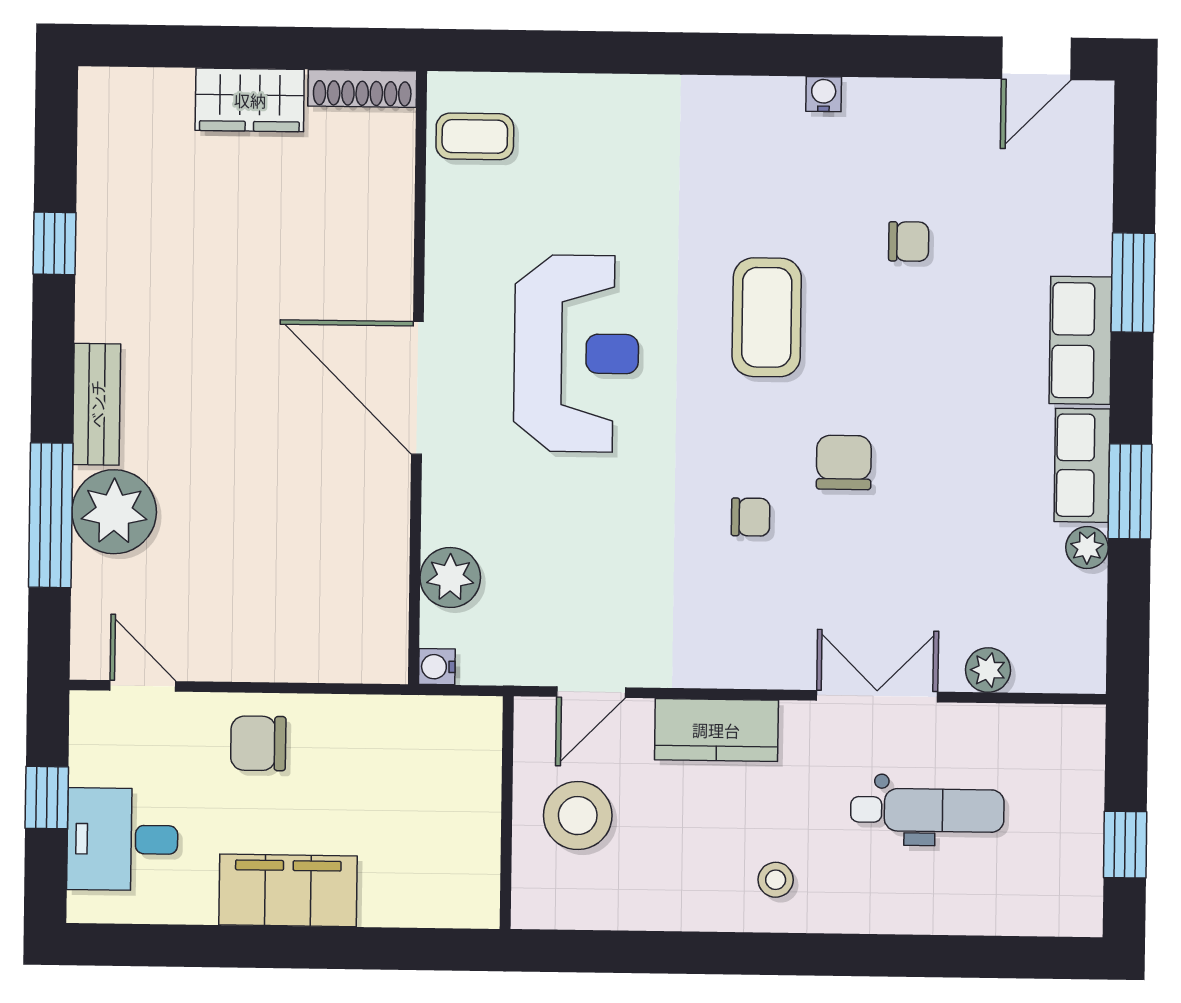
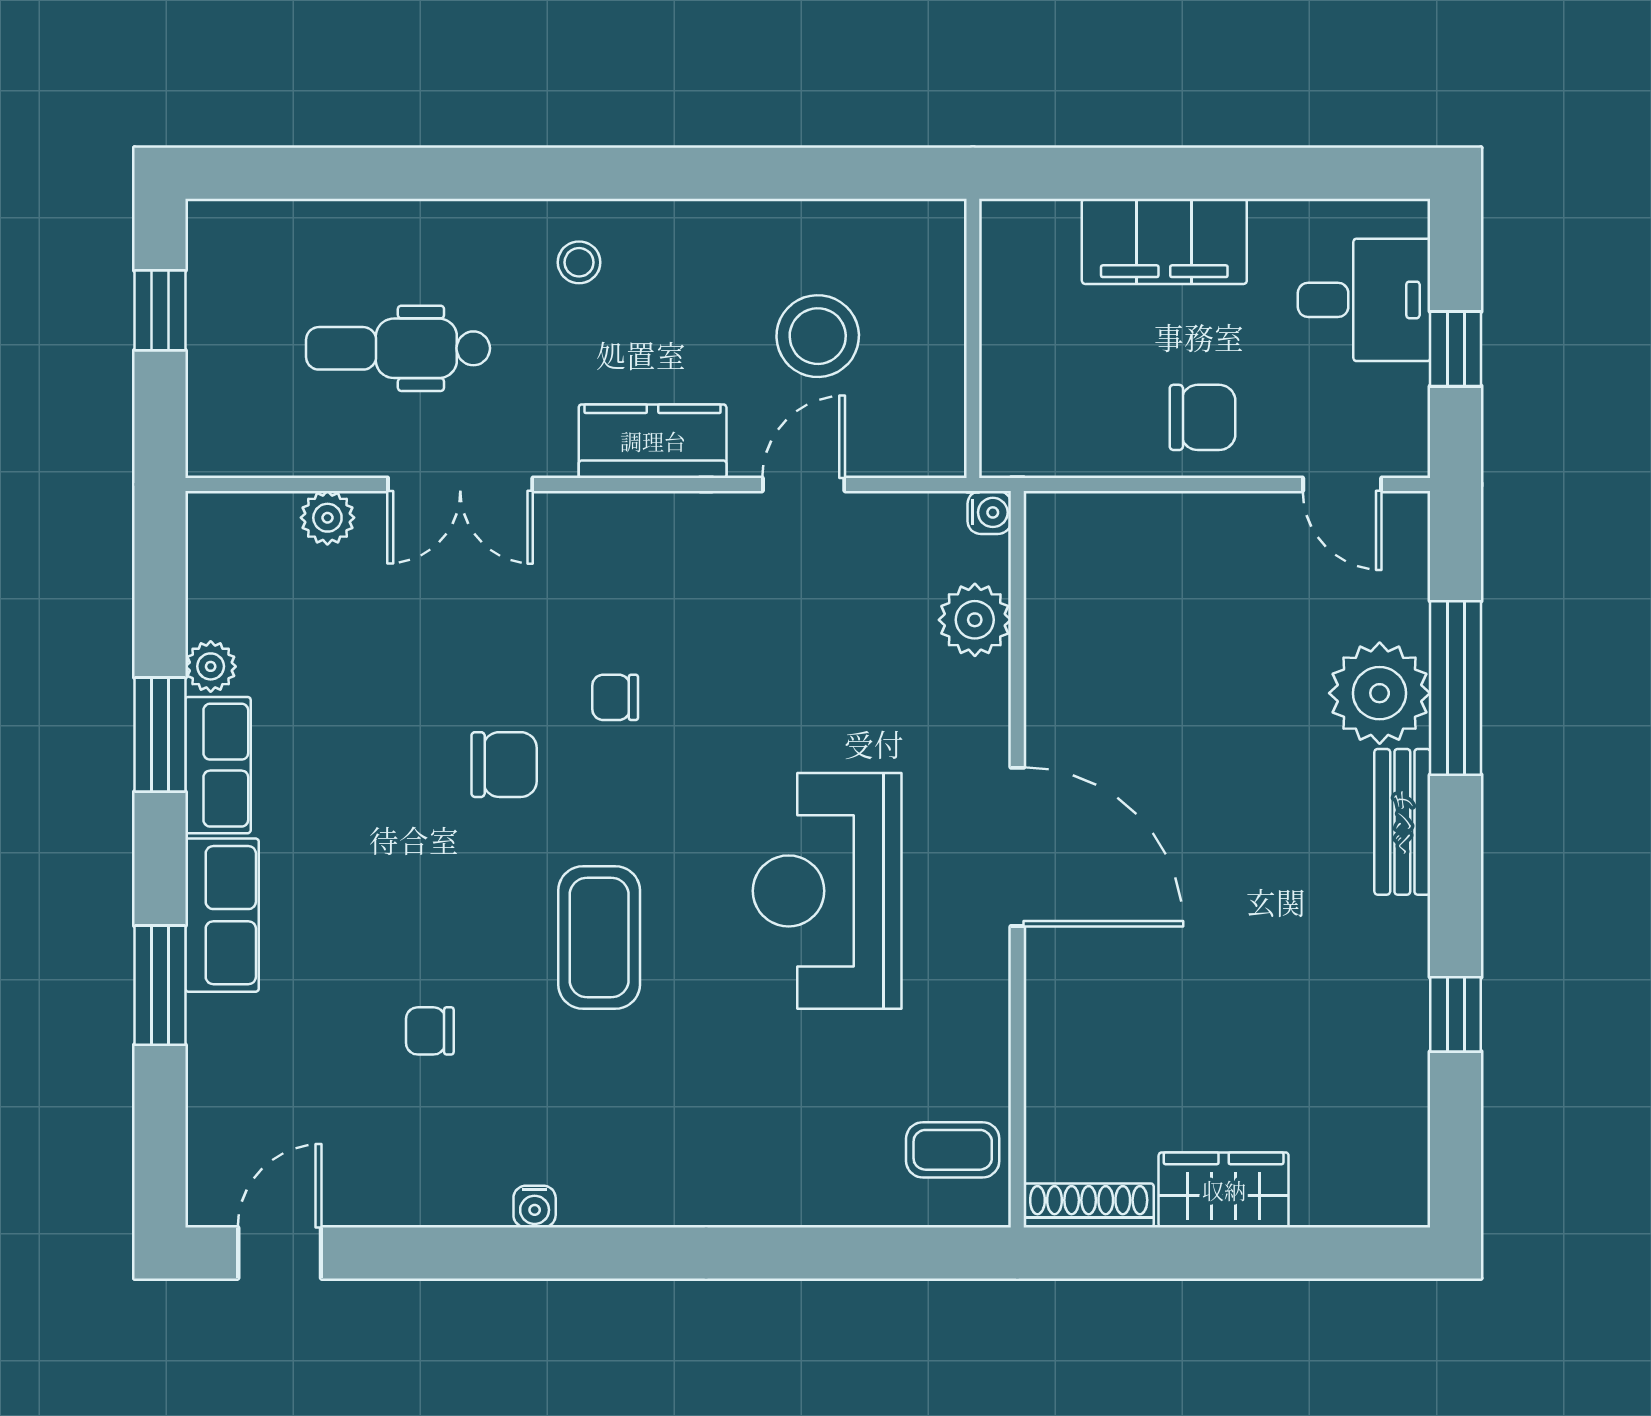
chair: (844, 462) -> (504, 765), turned -90
wall: (507, 813) -> (973, 338), moved

